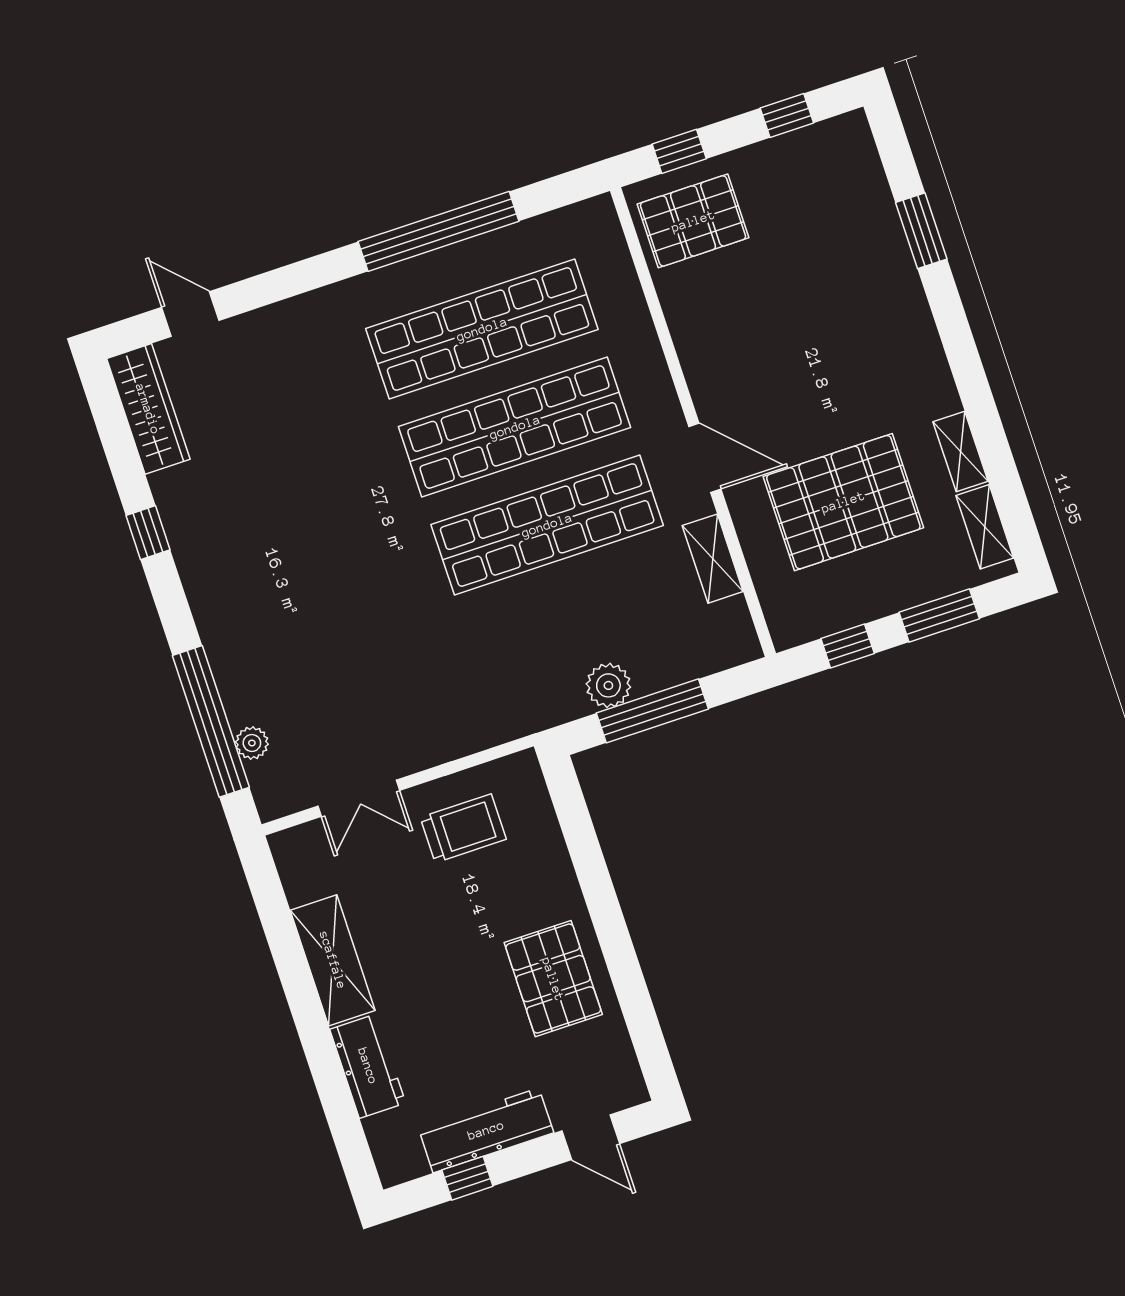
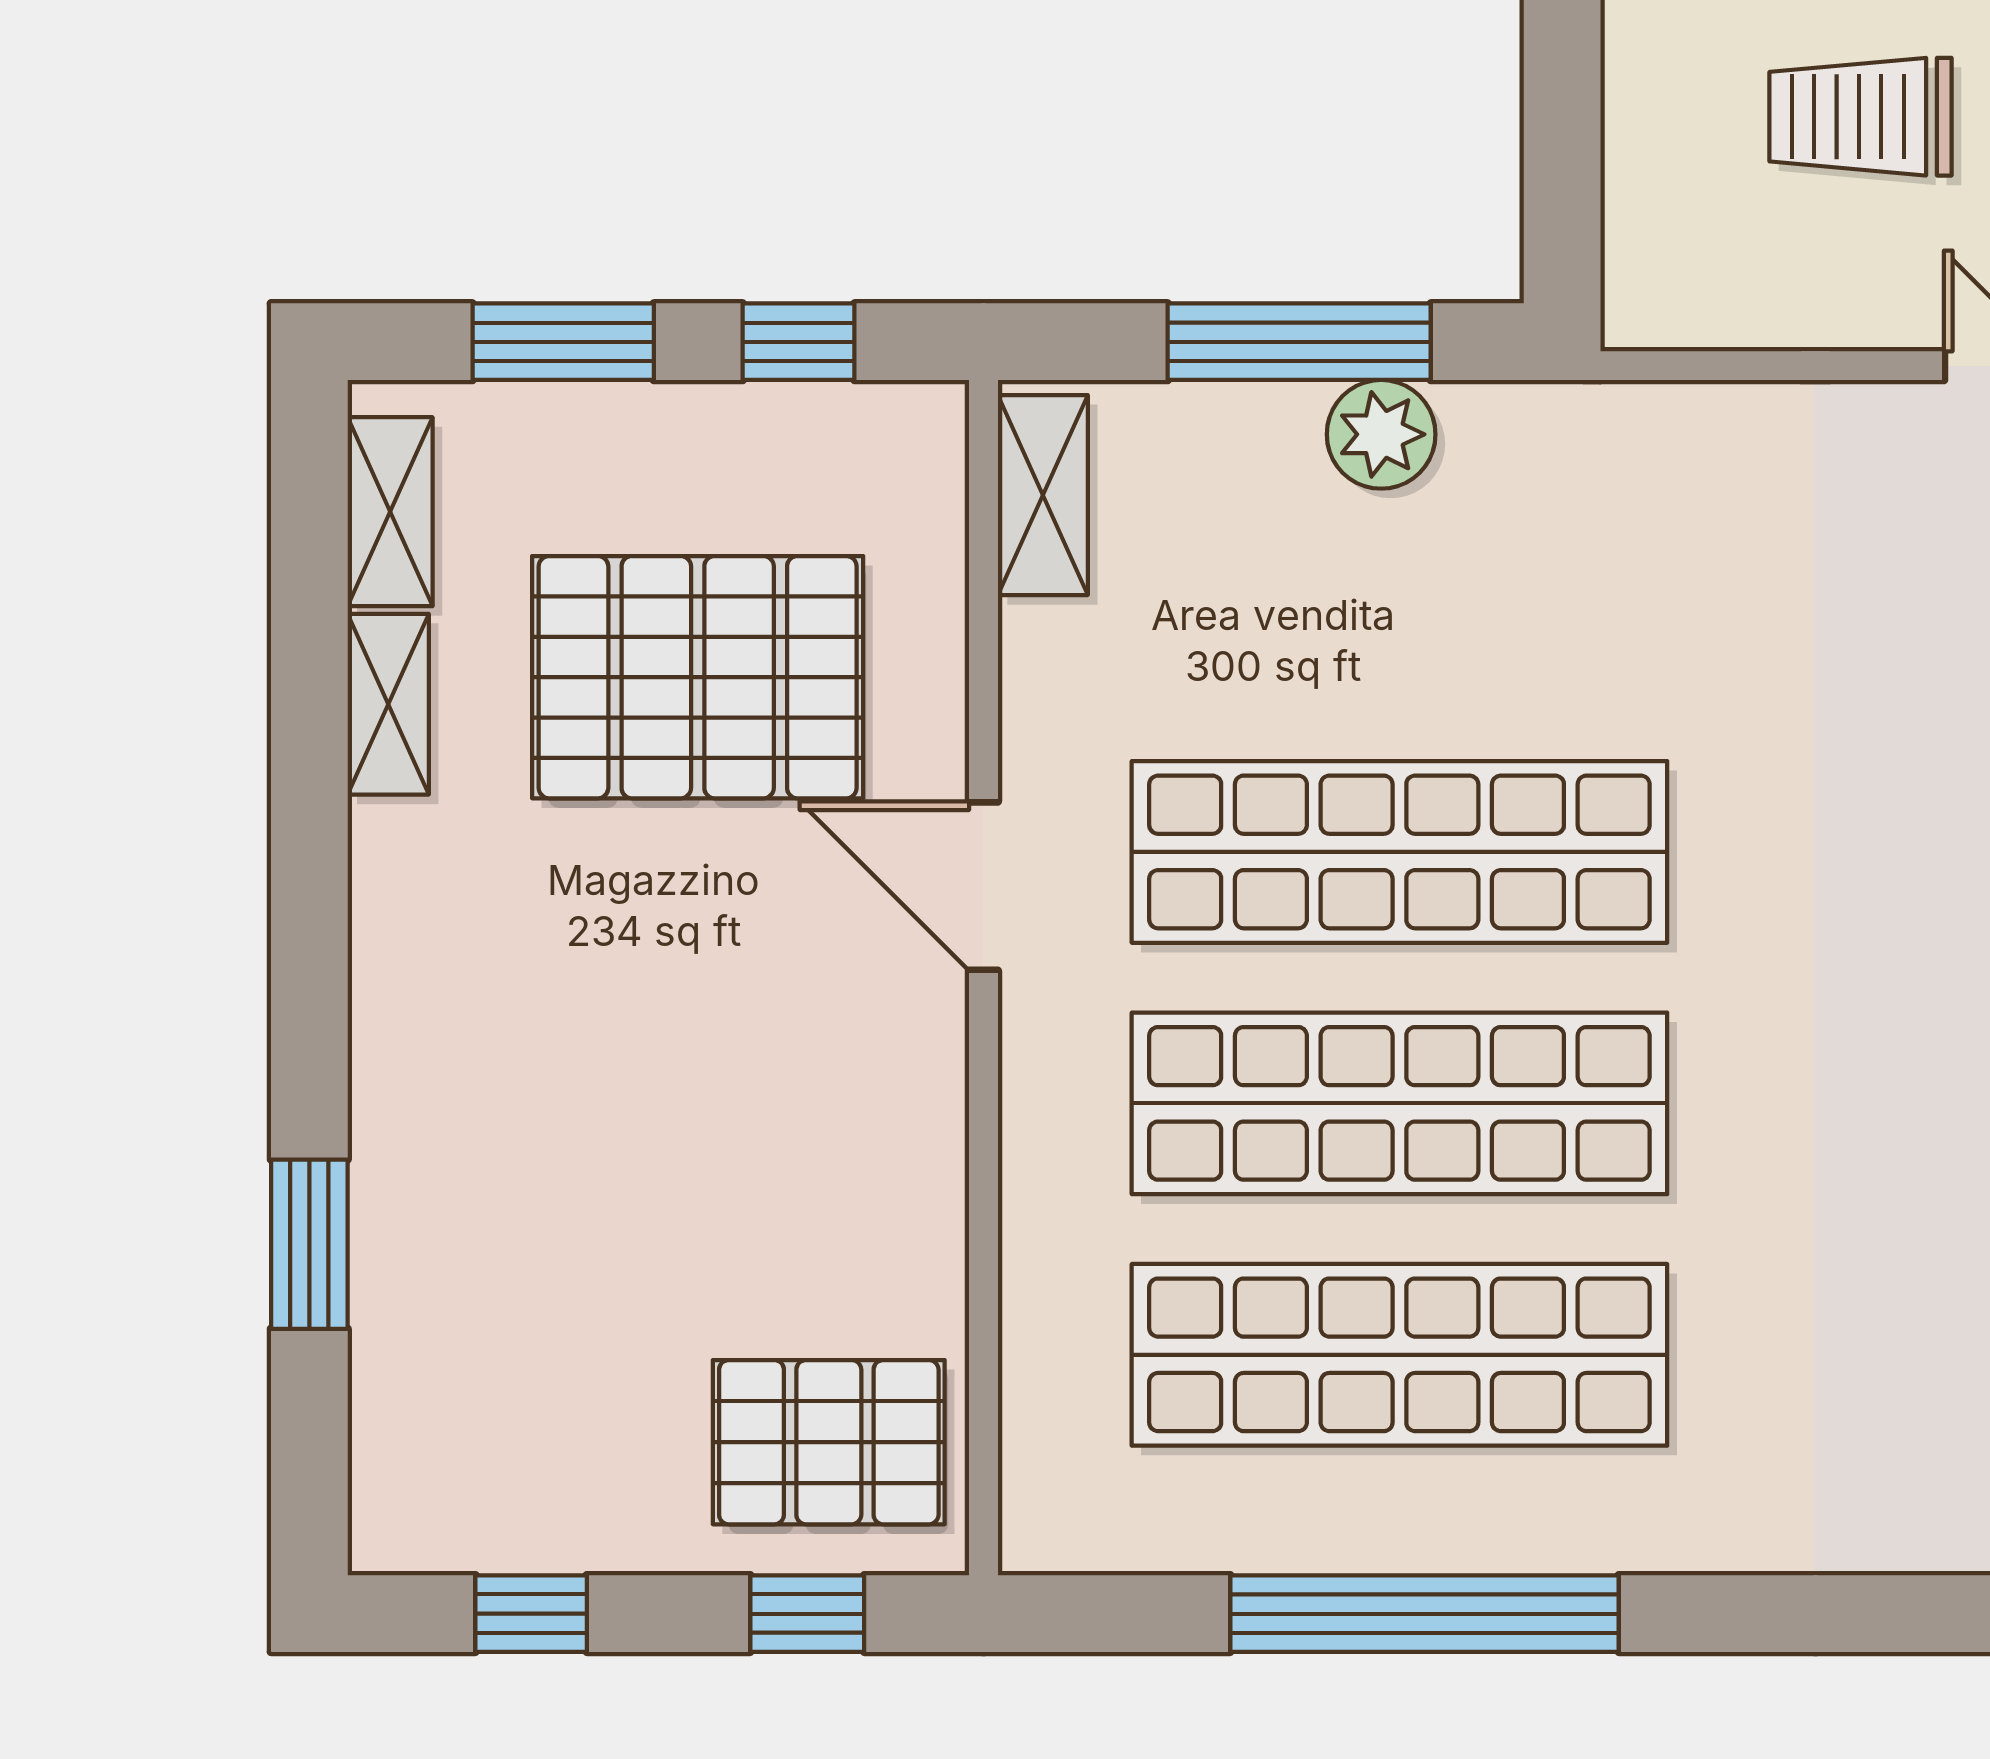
shelving: (713, 559) -> (1043, 495), moved
trolley: (463, 828) -> (1860, 117), moved

